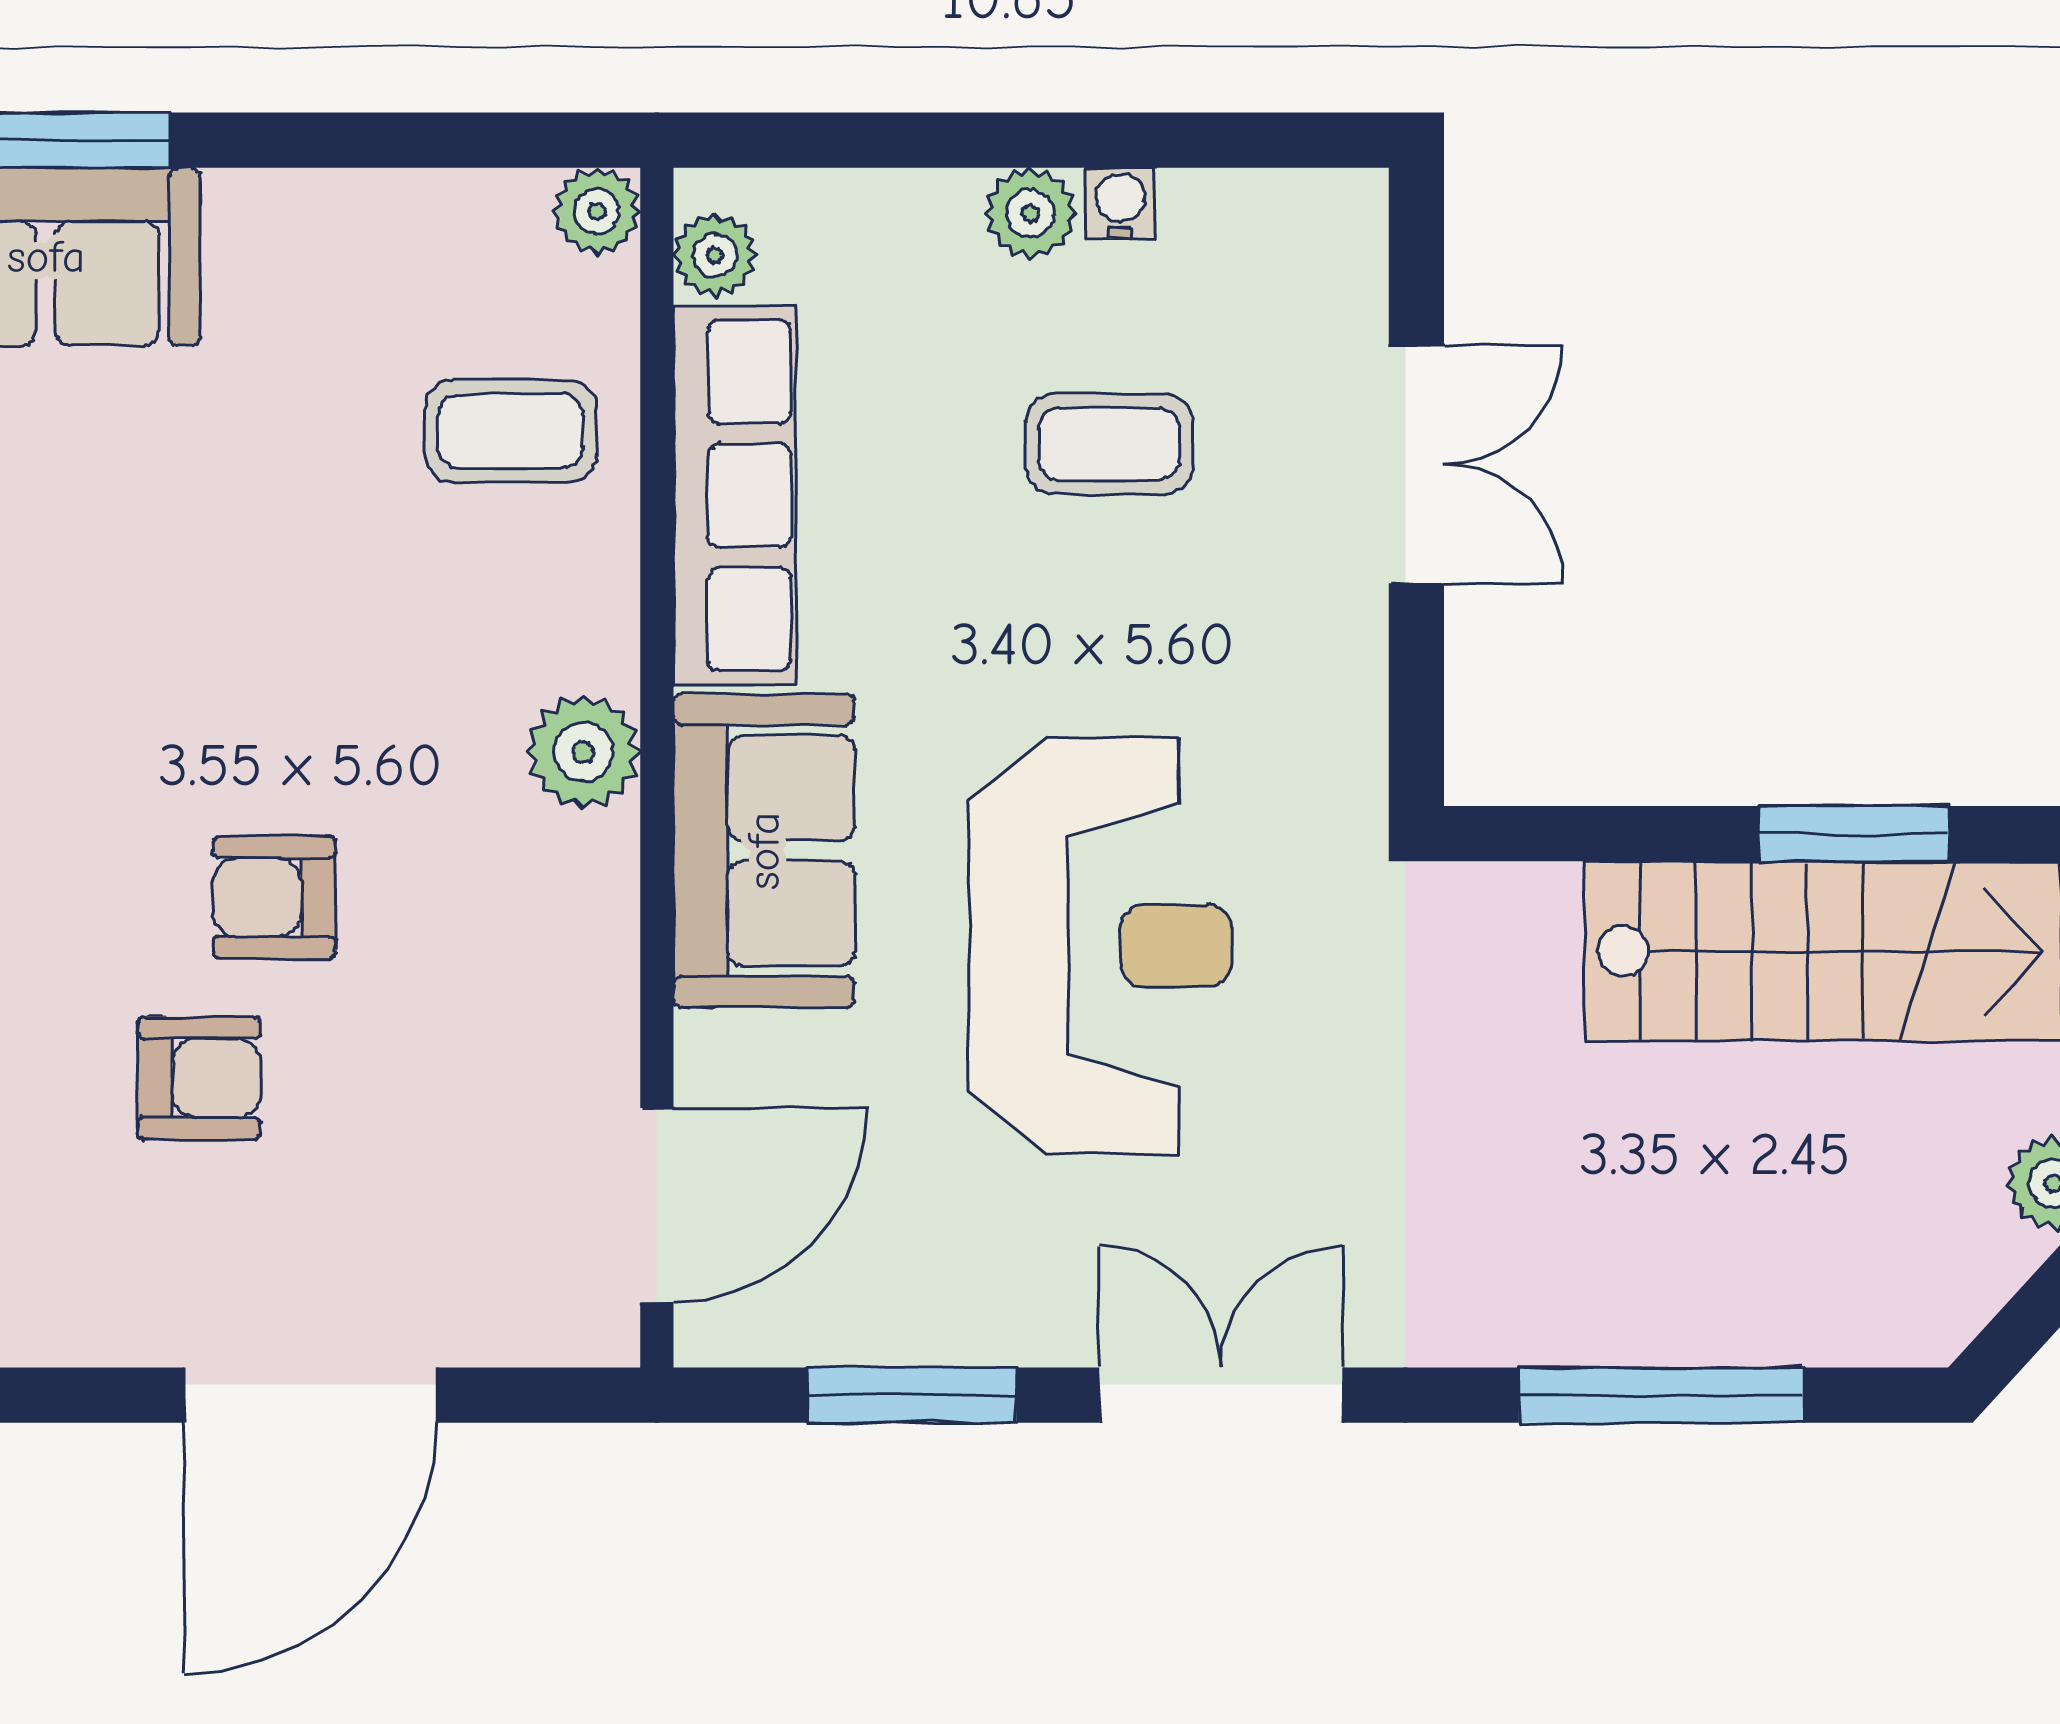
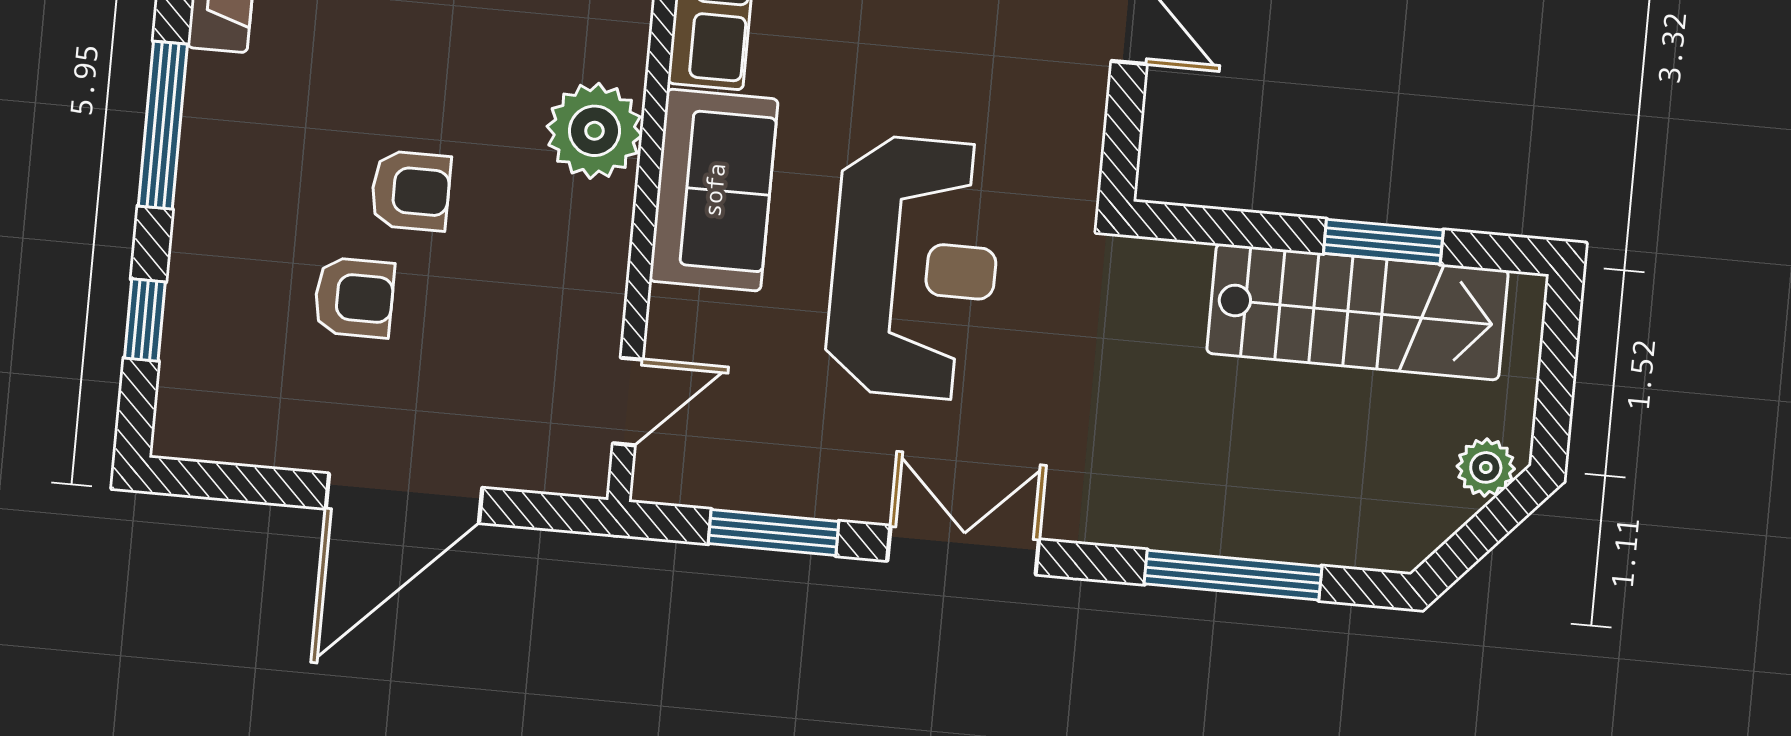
plant: (583, 752) -> (594, 131), width x1.36, depth x1.36
armchair: (274, 897) -> (411, 191), turned 180
door: (657, 1205) -> (628, 401), width x0.73

